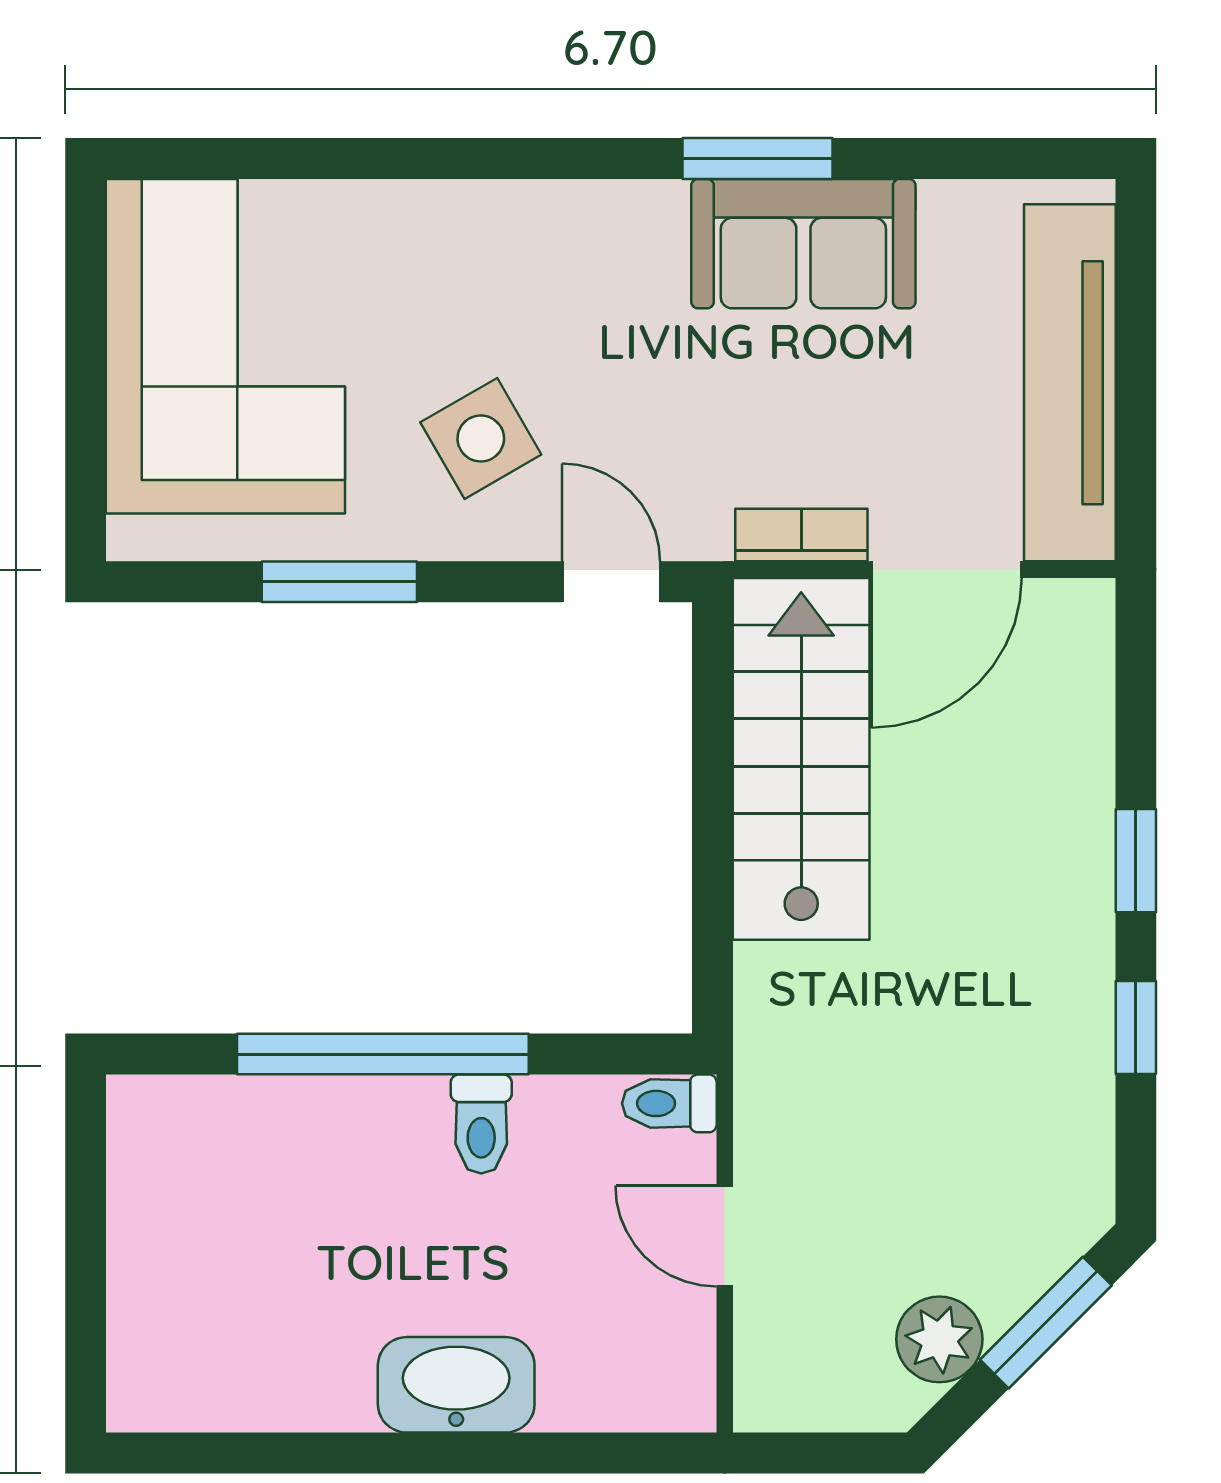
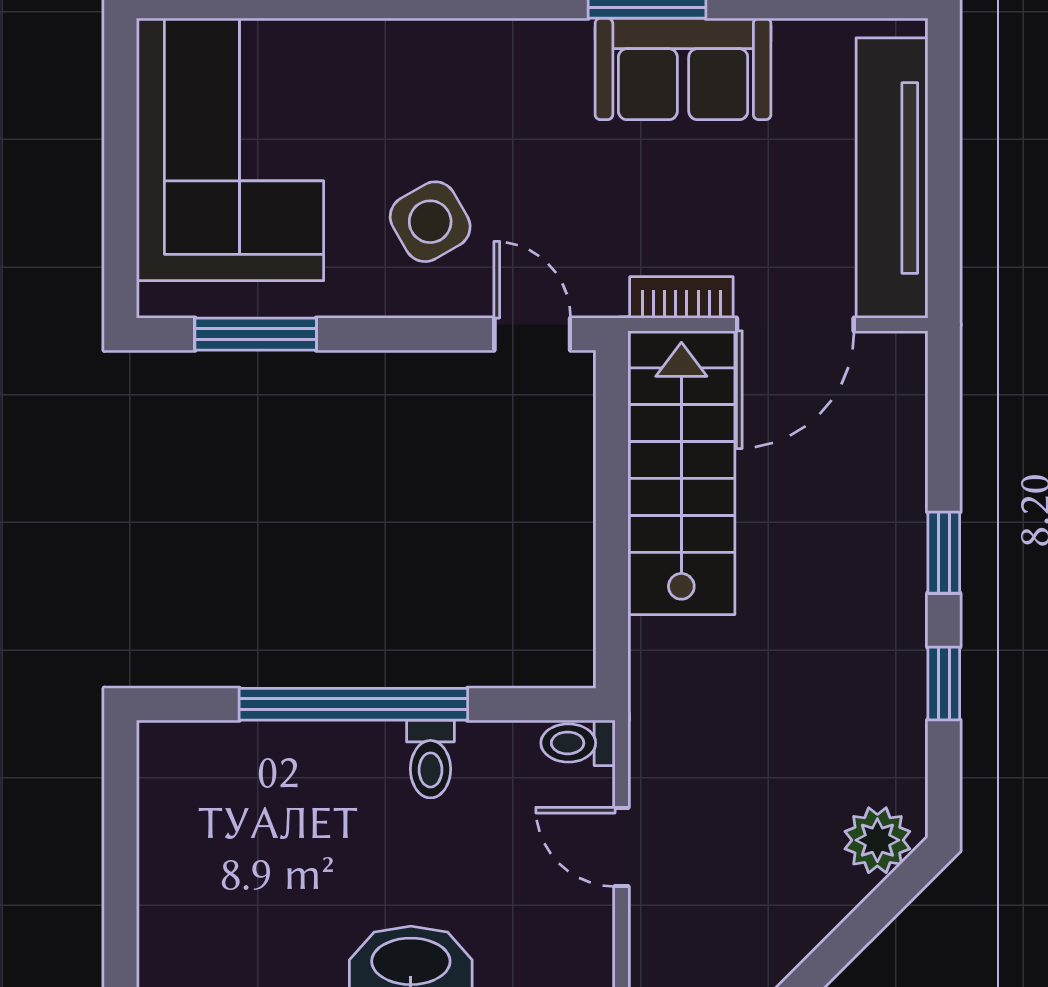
window: (339, 582) -> (256, 334), moved
window: (1046, 1323) -> (873, 915), removed
plant: (939, 1339) -> (877, 840), moved

